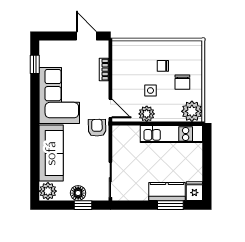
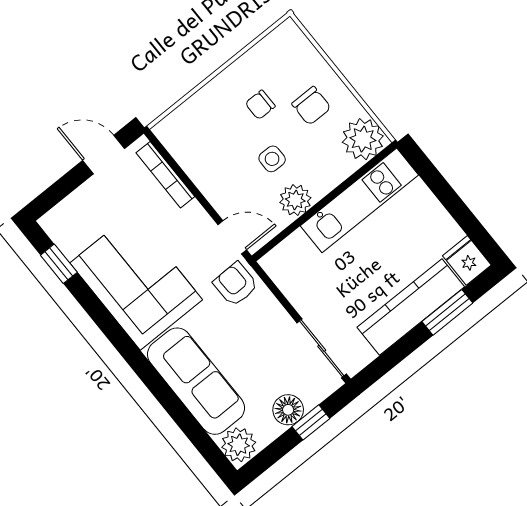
bookcase: (104, 70) -> (165, 175), width x1.56
kitchen counter: (167, 192) -> (411, 307), width x1.50

